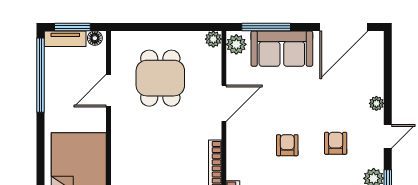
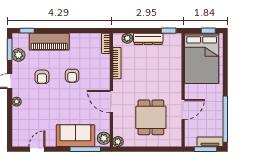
door: (344, 27) -> (37, 149), width x0.53
floor lamp: (95, 38) -> (192, 142), removed
door: (224, 103) -> (111, 102), hinge flipped

